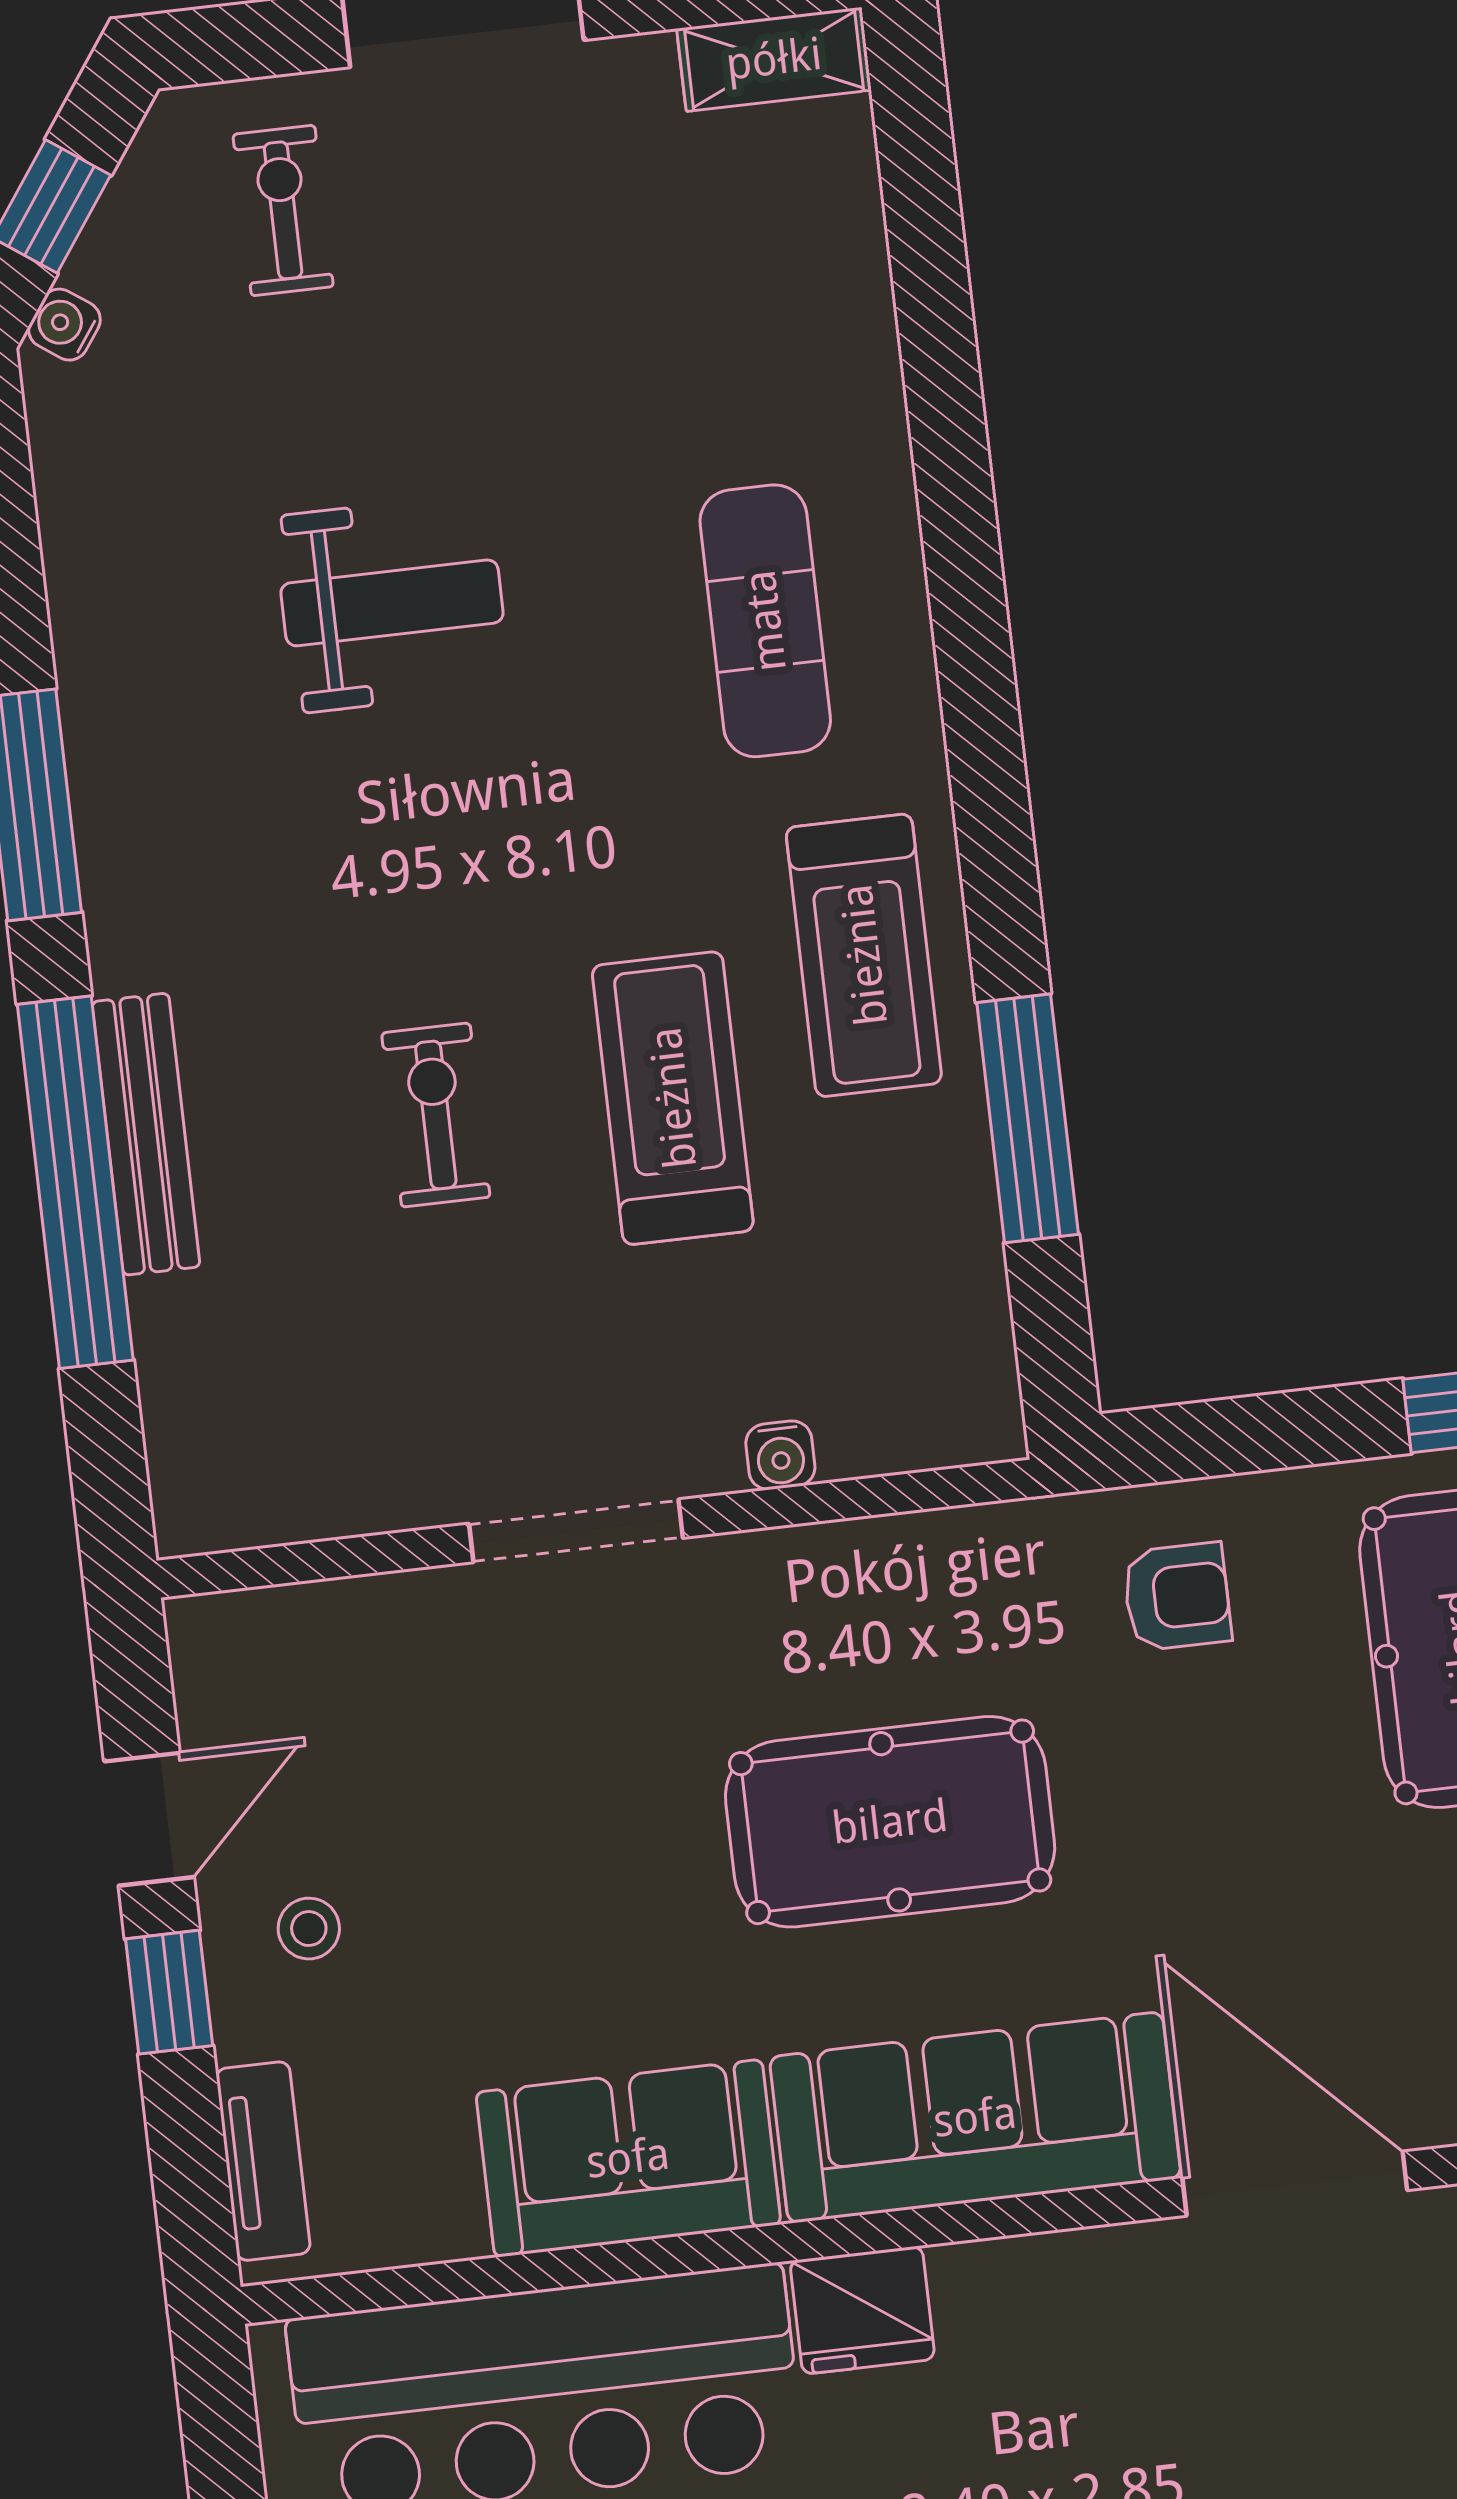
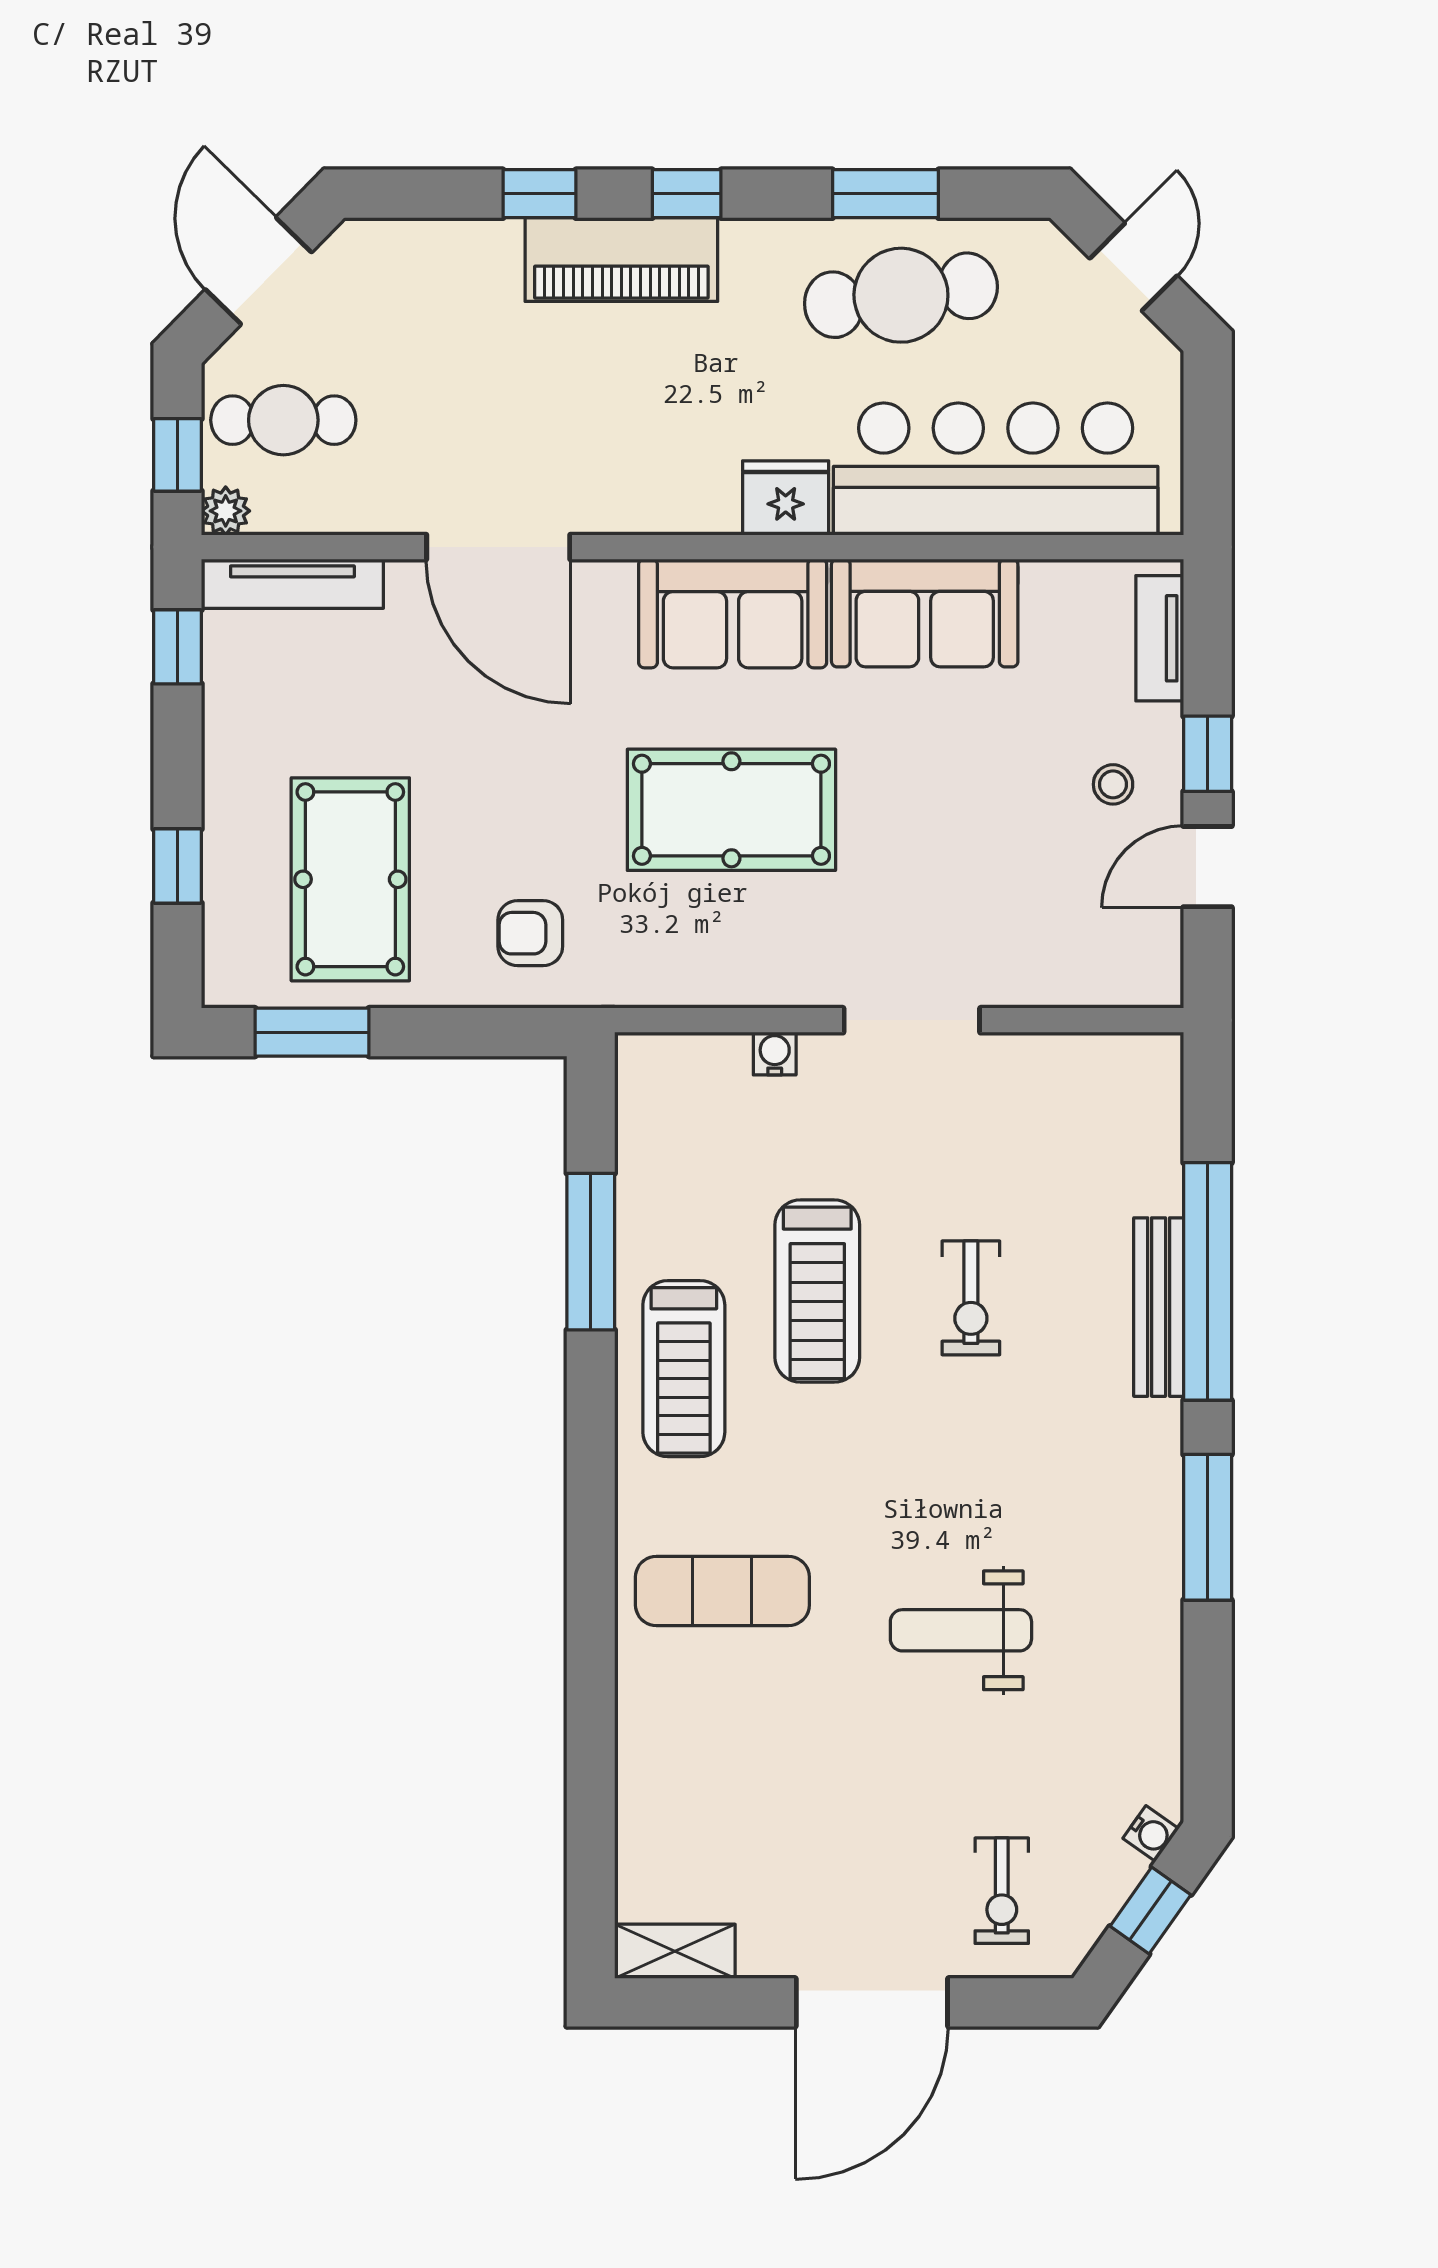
exercise mat: (765, 621) -> (722, 1591), turned 90
treadmill: (864, 955) -> (684, 1369), turned 180
sofa: (975, 2117) -> (733, 613), width x0.73

